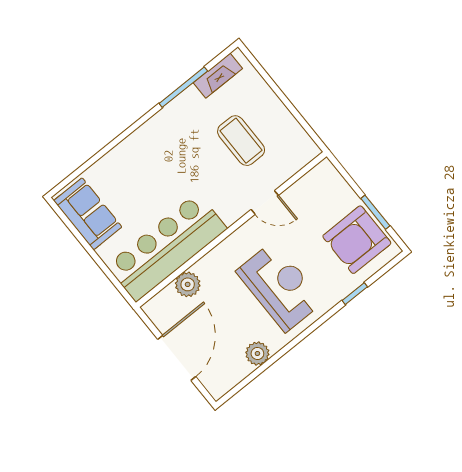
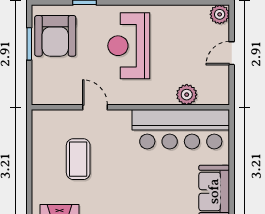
armchair: (357, 240) -> (55, 36), turned 90
plant: (257, 353) -> (220, 14), moved
door: (177, 358) -> (232, 53), width x0.53

